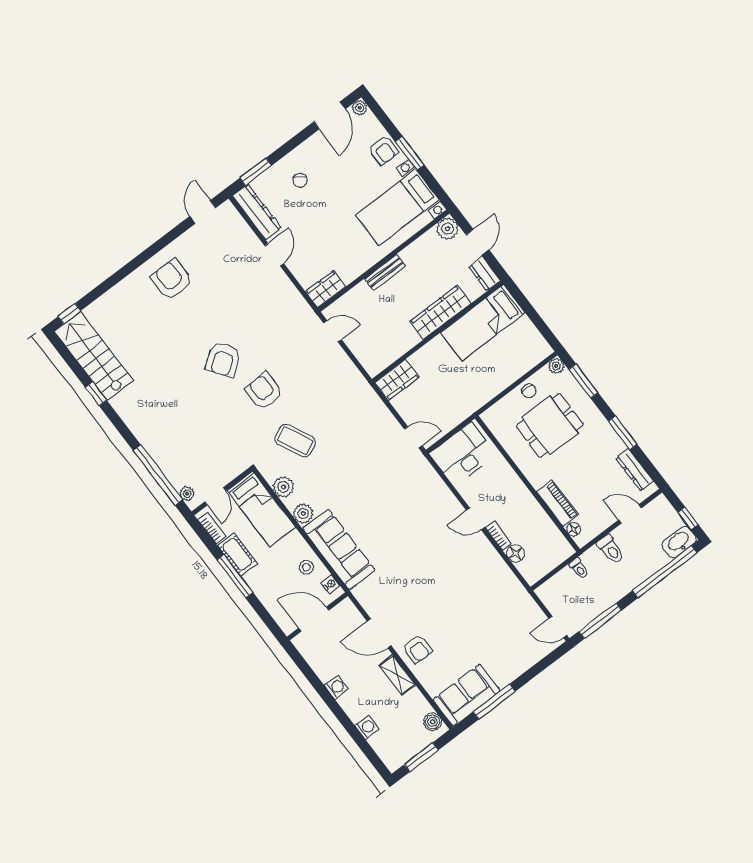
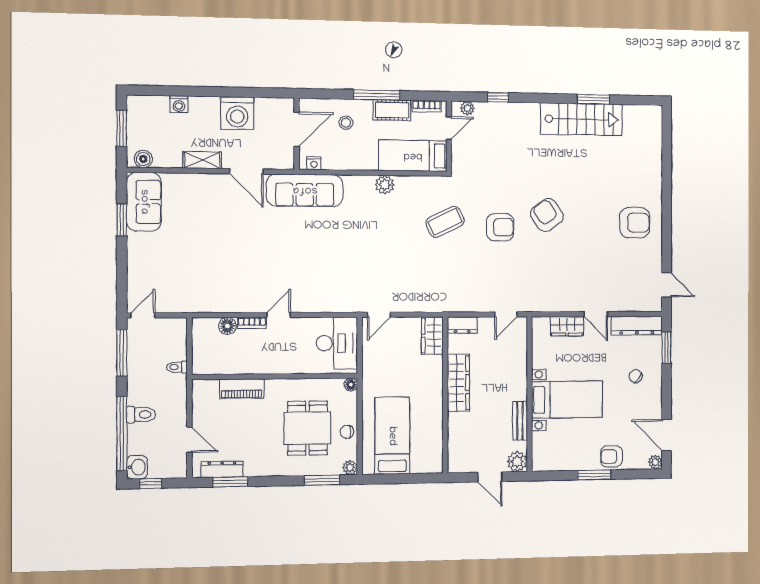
bed with nightstands: (397, 207) -> (567, 400), moved, turned 90
bench: (385, 272) -> (520, 421), moved
dresser: (485, 274) -> (462, 325), moved, turned 180
wardrobe: (326, 289) -> (567, 326), moved, turned 90
wardrobe: (440, 312) -> (458, 383), moved
window: (69, 314) -> (667, 127), removed
bed: (483, 323) -> (392, 436), moved
stairs: (94, 356) -> (581, 119), moved
window: (96, 394) -> (593, 99), width x1.50
window: (623, 433) -> (230, 482), moved
window: (158, 475) -> (498, 97), width x0.32
plant: (283, 487) -> (417, 186), removed
door: (215, 496) -> (449, 128), swing flipped
door: (630, 514) -> (189, 440), hinge flipped
floor lamp: (573, 529) -> (351, 385), moved
washbasin: (679, 542) -> (137, 467), width x0.72
sofa: (339, 549) -> (305, 190), moved
toilet: (611, 549) -> (141, 415), moved, turned 180
stool: (306, 567) -> (346, 123), moved
door: (379, 633) -> (246, 171), swing flipped
armchair: (418, 649) -> (211, 192), removed
washing machine: (336, 687) -> (237, 113), width x1.89, depth x1.89
window: (494, 702) -> (122, 220), width x0.69

